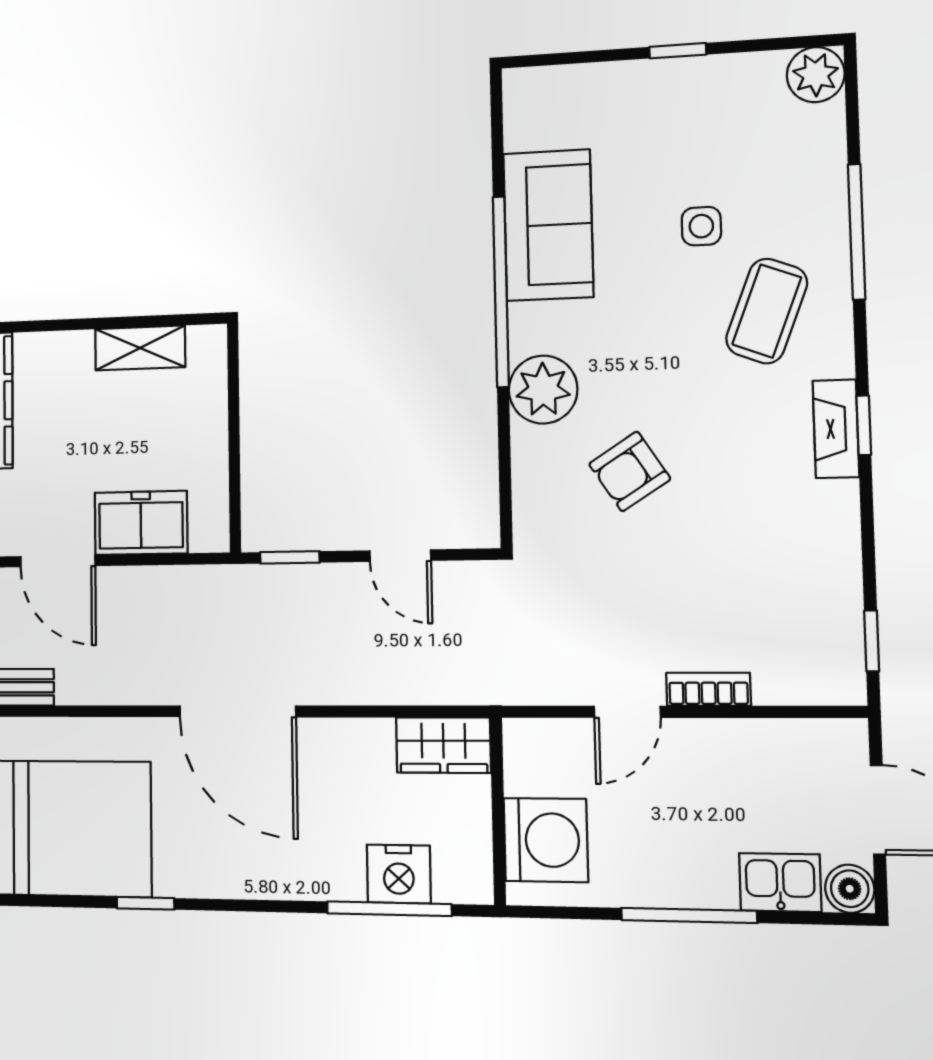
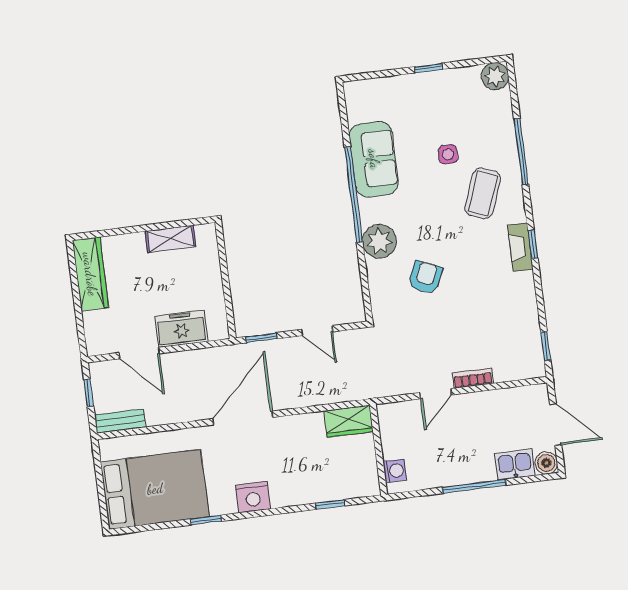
armchair: (630, 471) -> (425, 277), turned 147
door: (238, 711) -> (243, 418), swing flipped
washing machine: (546, 840) -> (395, 471), width x0.53, depth x0.53
nightstand: (399, 874) -> (253, 497), moved
window: (389, 909) -> (330, 504), width x0.46

